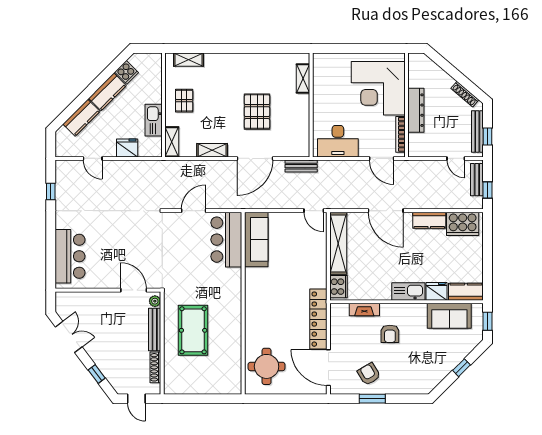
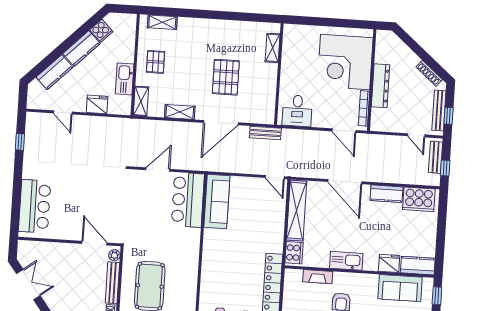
desk: (338, 141) -> (297, 111), width x0.73
kitchen sink: (408, 291) -> (346, 261), moved

